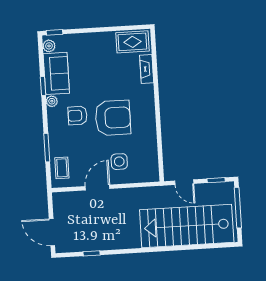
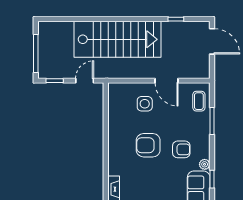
armchair: (113, 118) -> (148, 145), width x0.73, depth x0.73
door: (184, 182) -> (85, 81), hinge flipped
door: (98, 187) -> (167, 81), hinge flipped
stairs: (187, 226) -> (117, 39), moved

